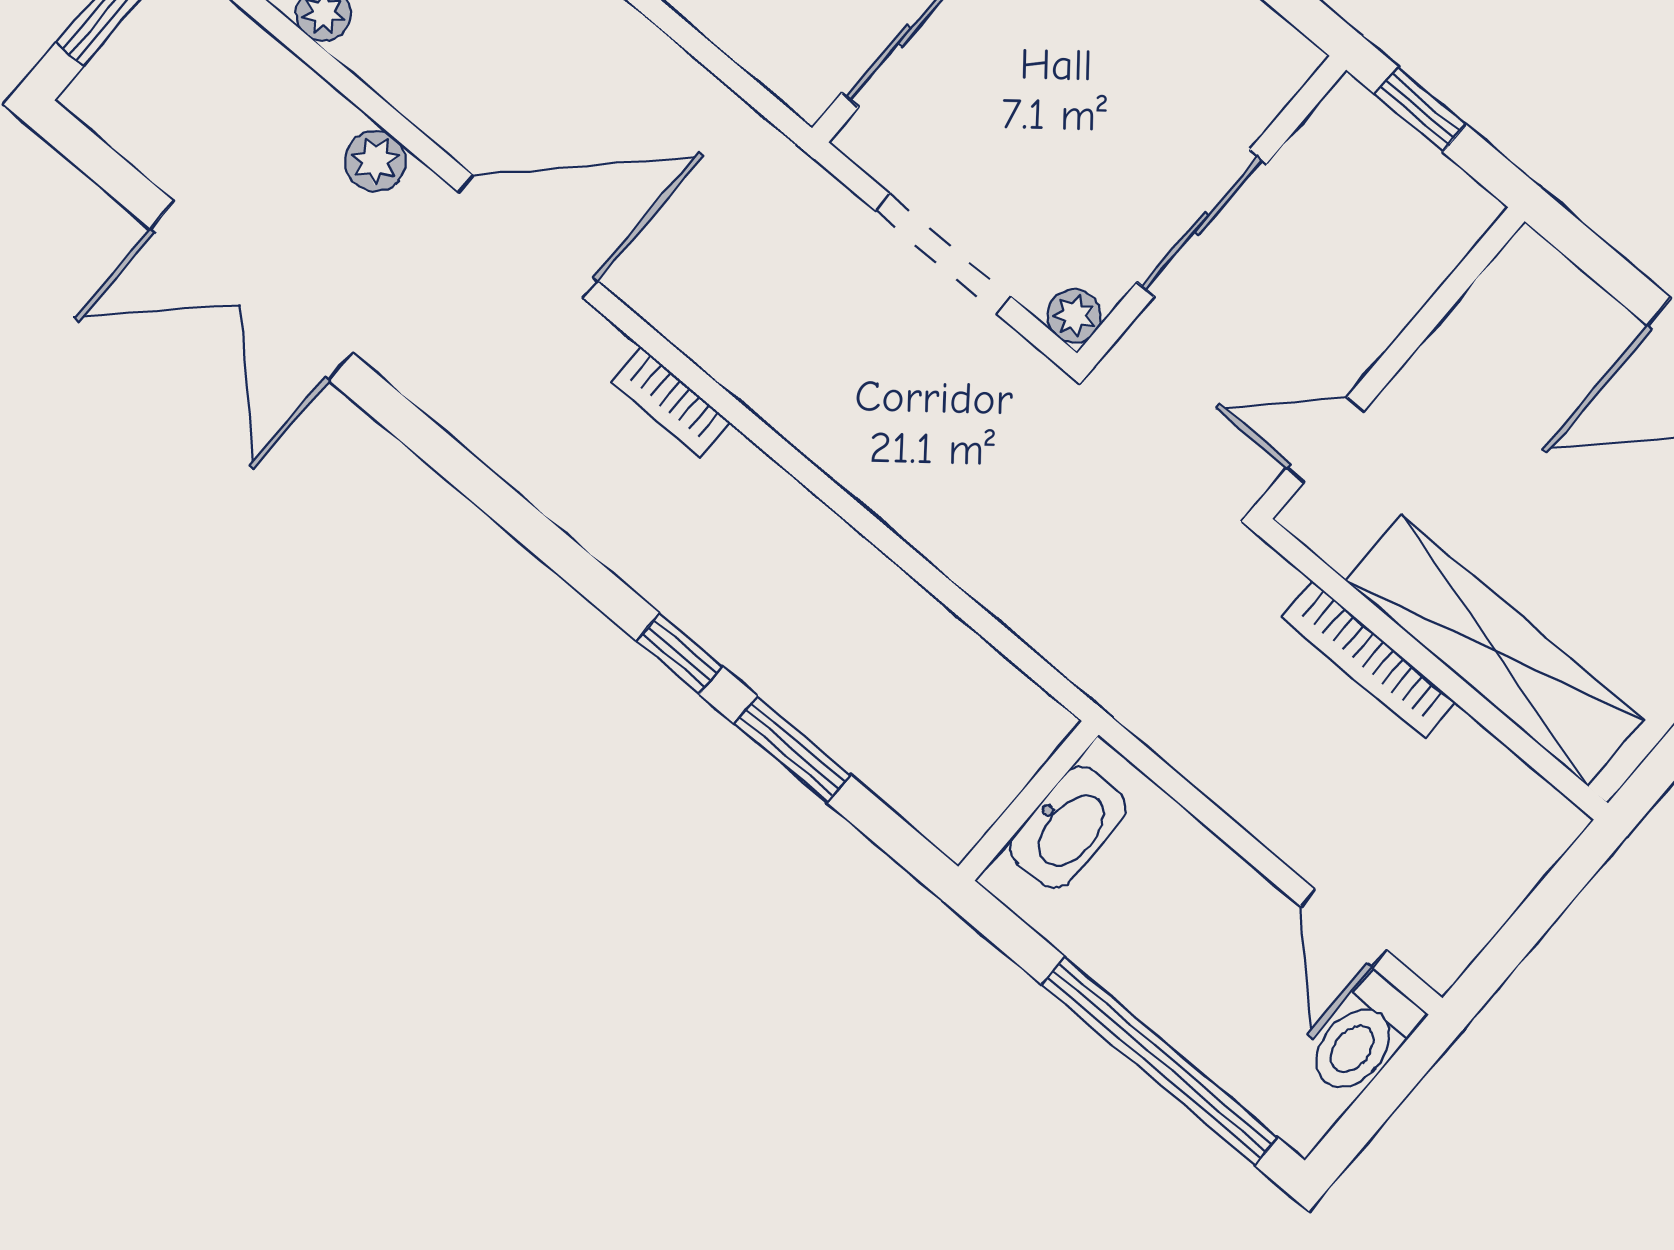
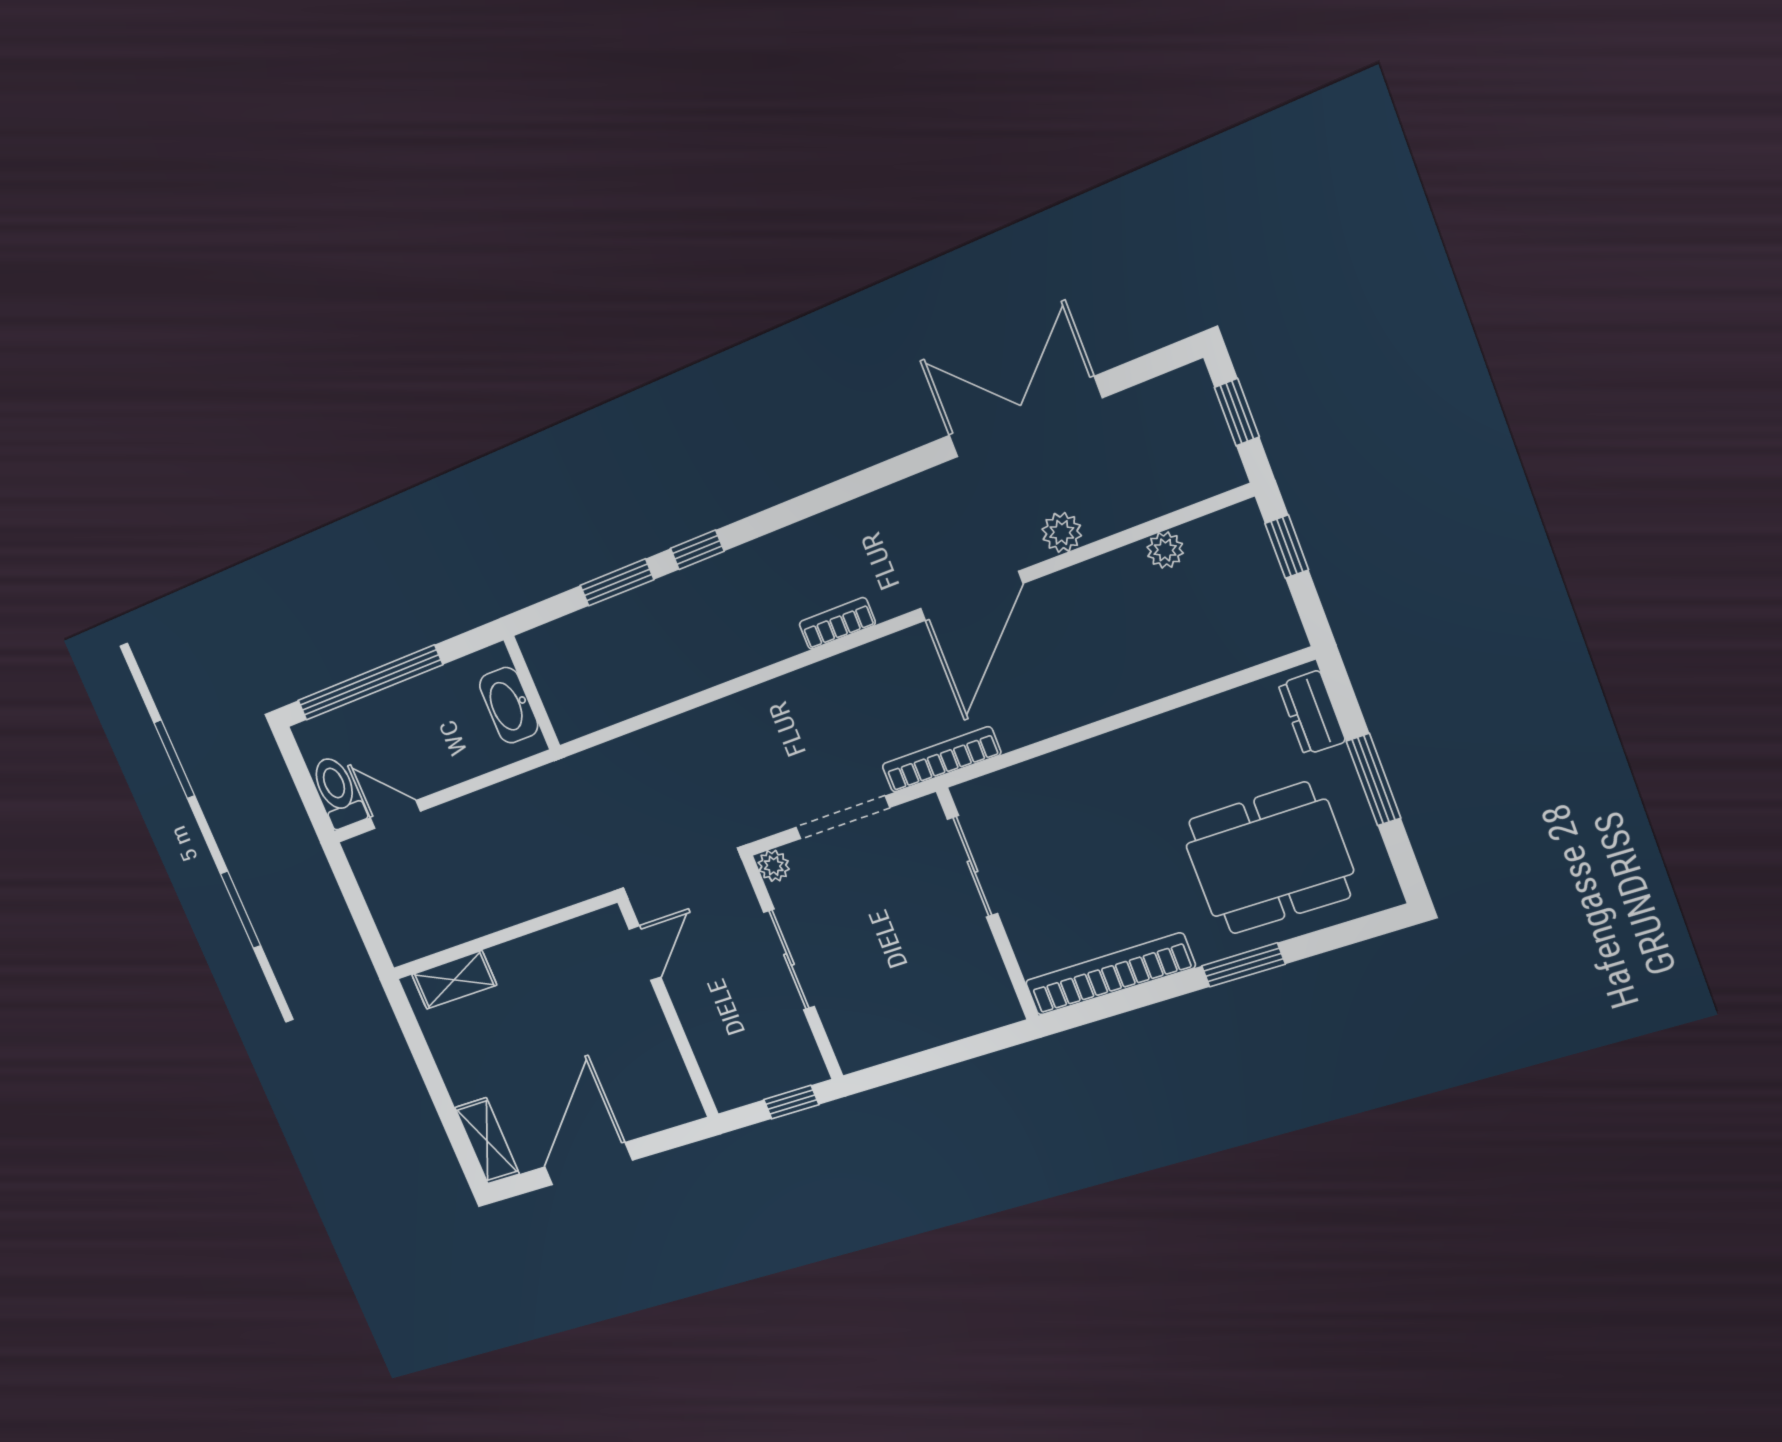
shelving: (1494, 650) -> (454, 980), width x0.45, depth x0.75
bookcase: (1368, 660) -> (941, 759), moved

